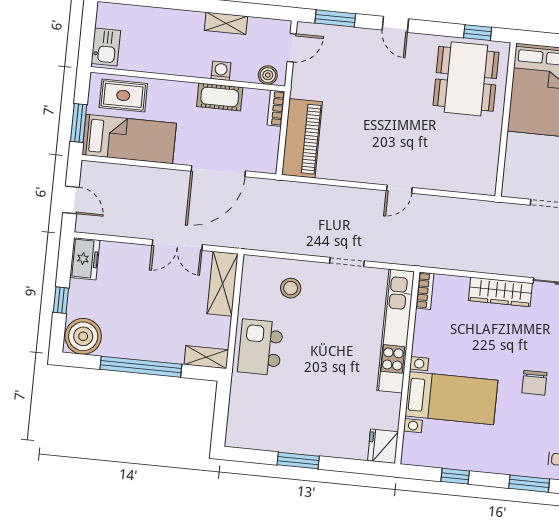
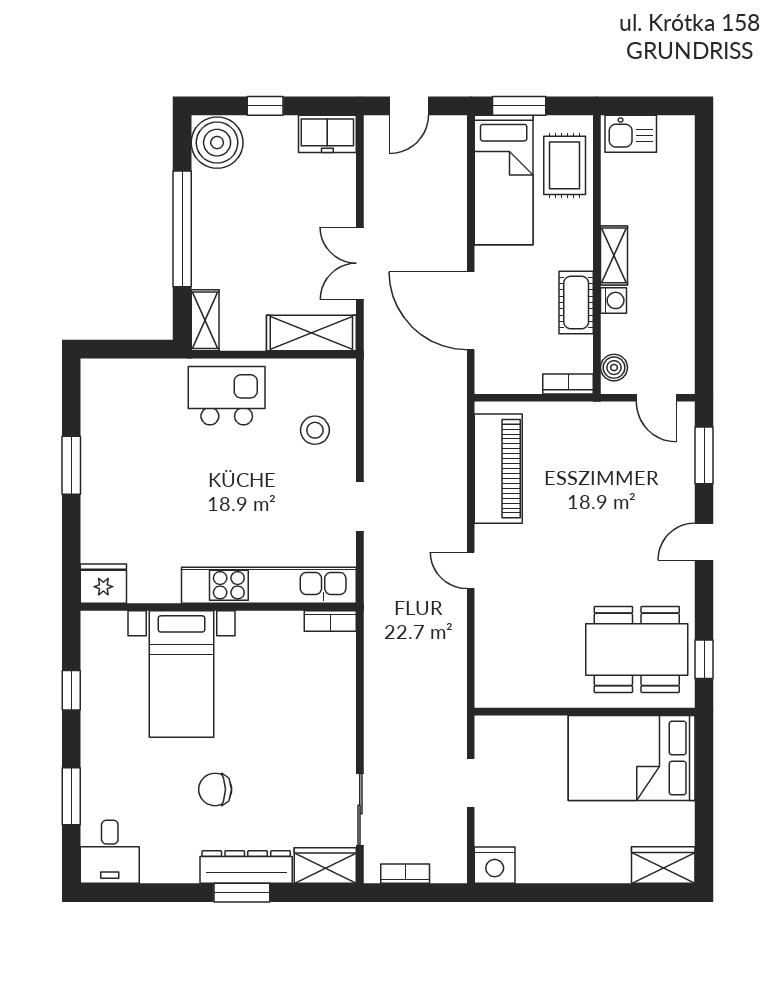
shelving: (226, 23) -> (614, 255), moved
piano: (302, 138) -> (498, 469), moved, turned -90
wardrobe: (500, 292) -> (339, 728), removed

